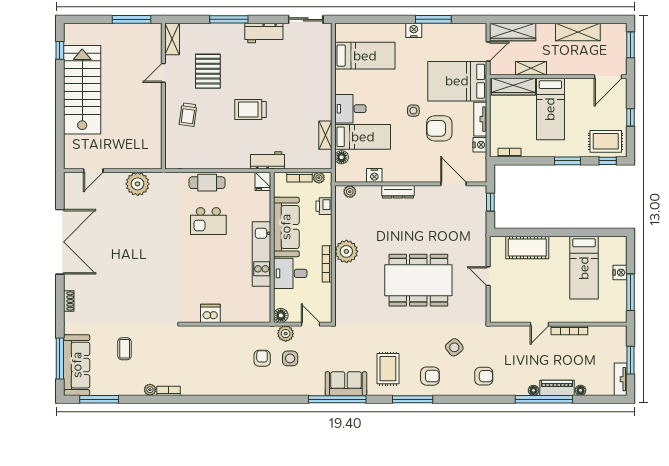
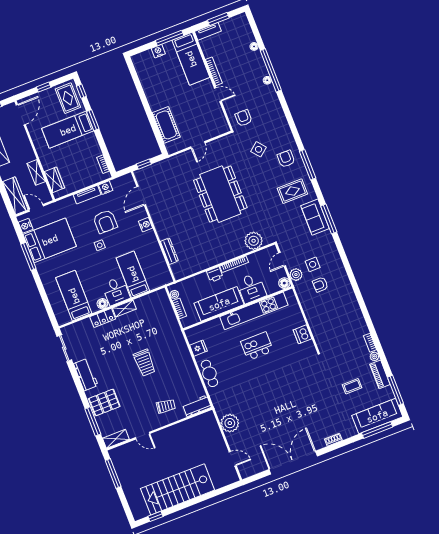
window: (229, 19) -> (93, 421), moved
nightstand: (414, 30) -> (26, 226), moved
pallet: (208, 71) -> (104, 402), moved
door: (608, 77) -> (21, 115), hinge flipped
locker: (324, 80) -> (103, 318), added
bed: (457, 81) -> (50, 240), moved, turned -90
wardrobe: (513, 87) -> (54, 180), width x0.67
bed: (550, 109) -> (68, 130), moved, turned 180
shelving: (325, 135) -> (124, 308), moved
floor lamp: (342, 157) -> (102, 304), moved
workbench: (267, 160) -> (197, 406), moved, turned 90
nightstand: (374, 175) -> (145, 225), moved
fridge: (263, 181) -> (198, 348), moved
plant: (350, 192) -> (176, 268), removed
dresser: (398, 192) -> (169, 251), moved
printer: (324, 206) -> (215, 274), moved
kitchen island: (208, 221) -> (257, 346), moved, turned -90
plant: (346, 251) -> (254, 241), moved
kitchen unit: (262, 254) -> (254, 311), width x1.36
bed: (584, 268) -> (191, 59), moved, turned 90
armchair: (484, 376) -> (244, 118), moved
tv unit: (621, 379) -> (208, 31), moved
piano: (557, 388) -> (380, 374), moved
window: (337, 399) -> (329, 219), width x0.68

